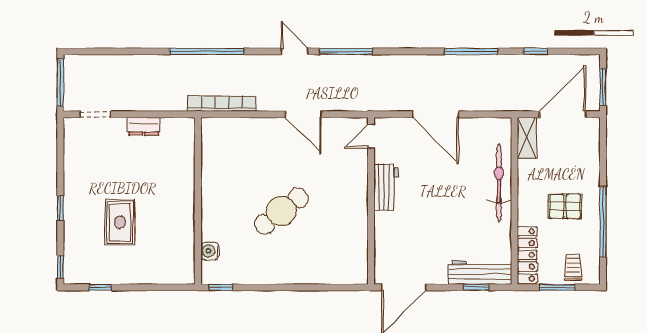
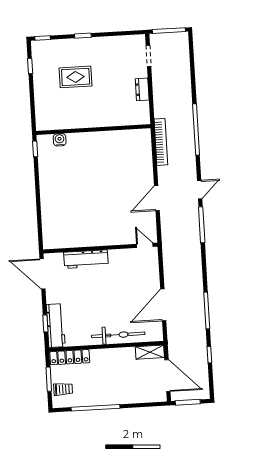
door: (435, 114) -> (163, 305), moved
workbench: (386, 187) -> (86, 259), moved, width x1.38
pallet: (565, 206) -> (105, 381), removed
cafe table: (281, 211) -> (90, 187), removed

